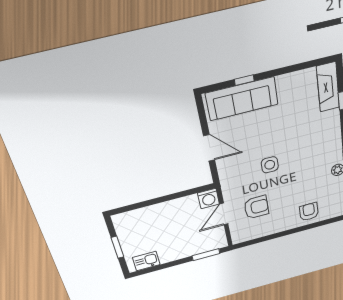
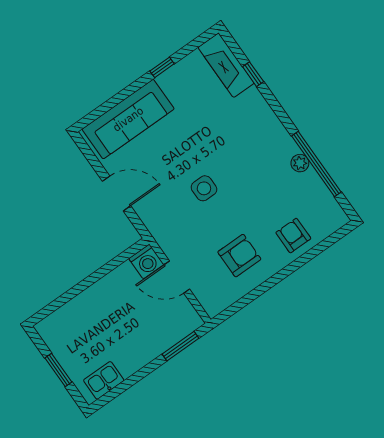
window: (244, 80) -> (162, 67), moved
armchair: (256, 207) -> (239, 256), moved
door: (224, 214) -> (177, 277), hinge flipped

